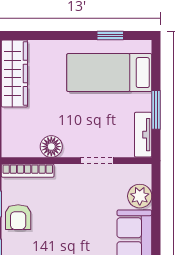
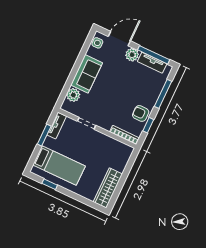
floor lamp: (51, 147) -> (107, 142), removed
armchair: (18, 217) -> (141, 113), turned -90

